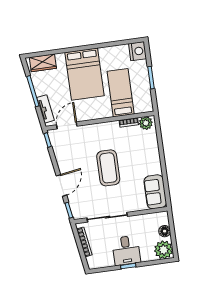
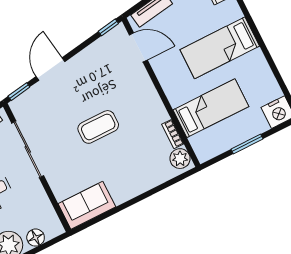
bed: (84, 74) -> (220, 48), width x0.67
coffee table: (108, 168) -> (98, 127), width x0.73, depth x0.76
door: (61, 185) -> (50, 69), swing flipped

